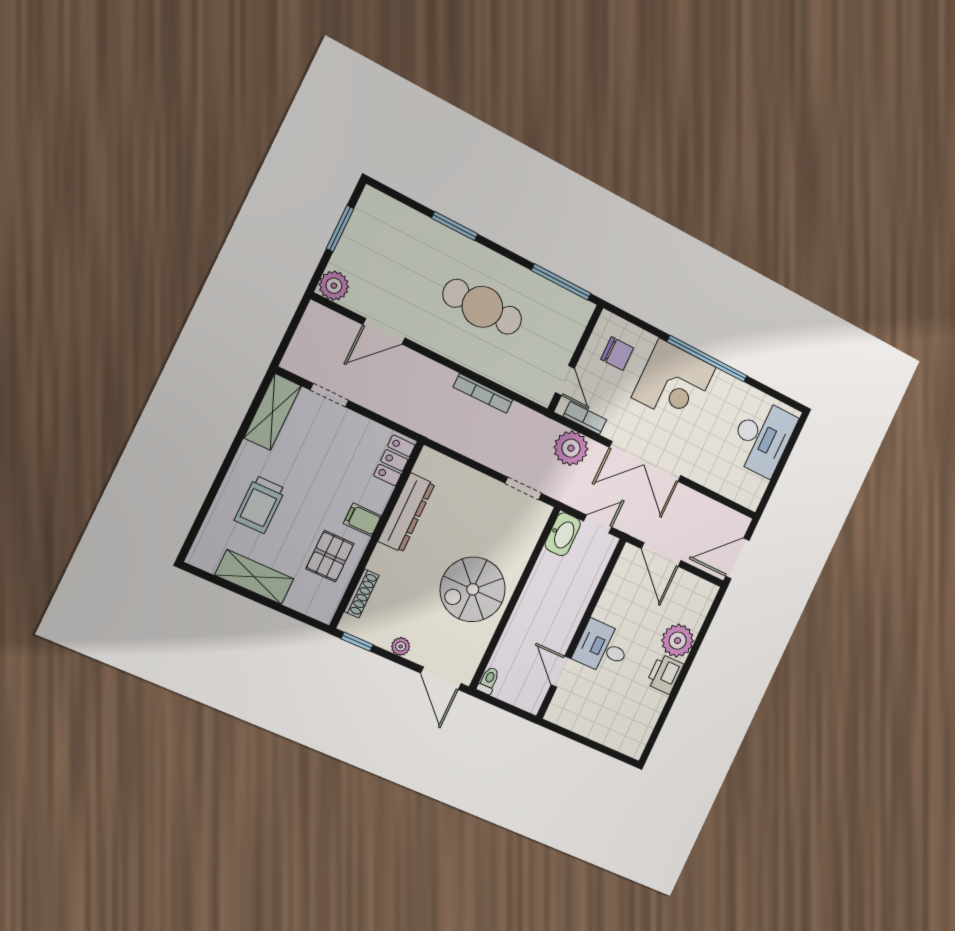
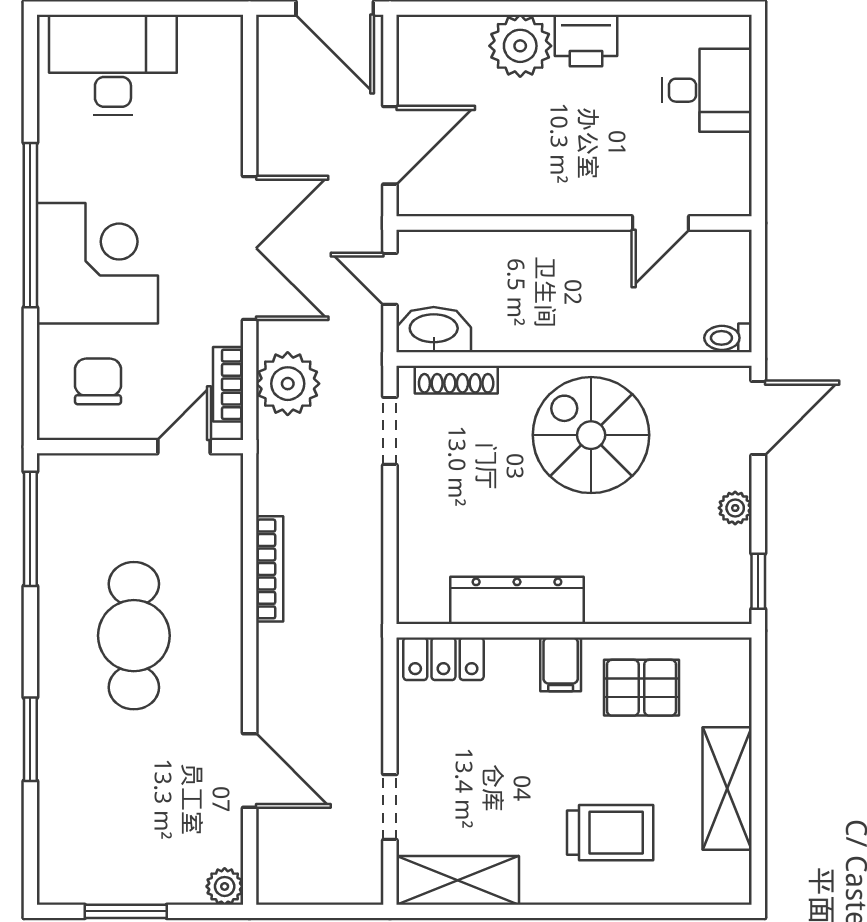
plant: (334, 286) -> (225, 886), width x0.73, depth x0.73
spiral stairs: (473, 589) -> (591, 435), turned 180
shoe rack: (362, 594) -> (456, 380), moved, turned 180
desk: (602, 648) -> (707, 90), moved, turned -90

